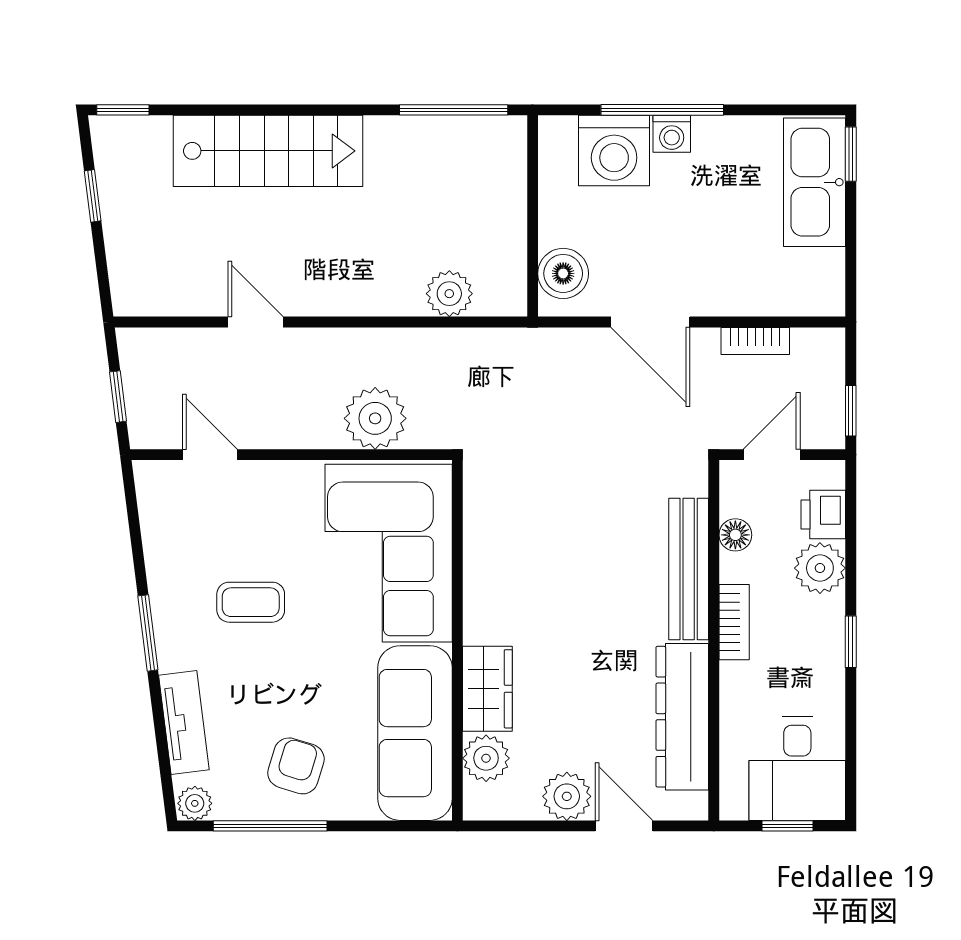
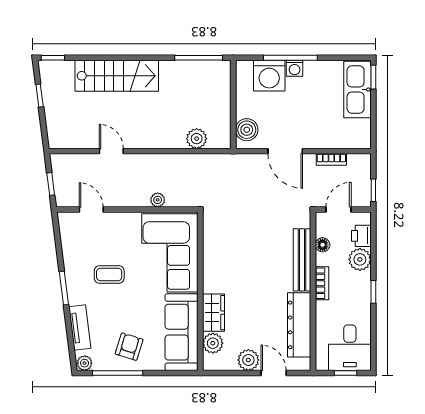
plant: (375, 418) -> (158, 200), width x0.53, depth x0.53

